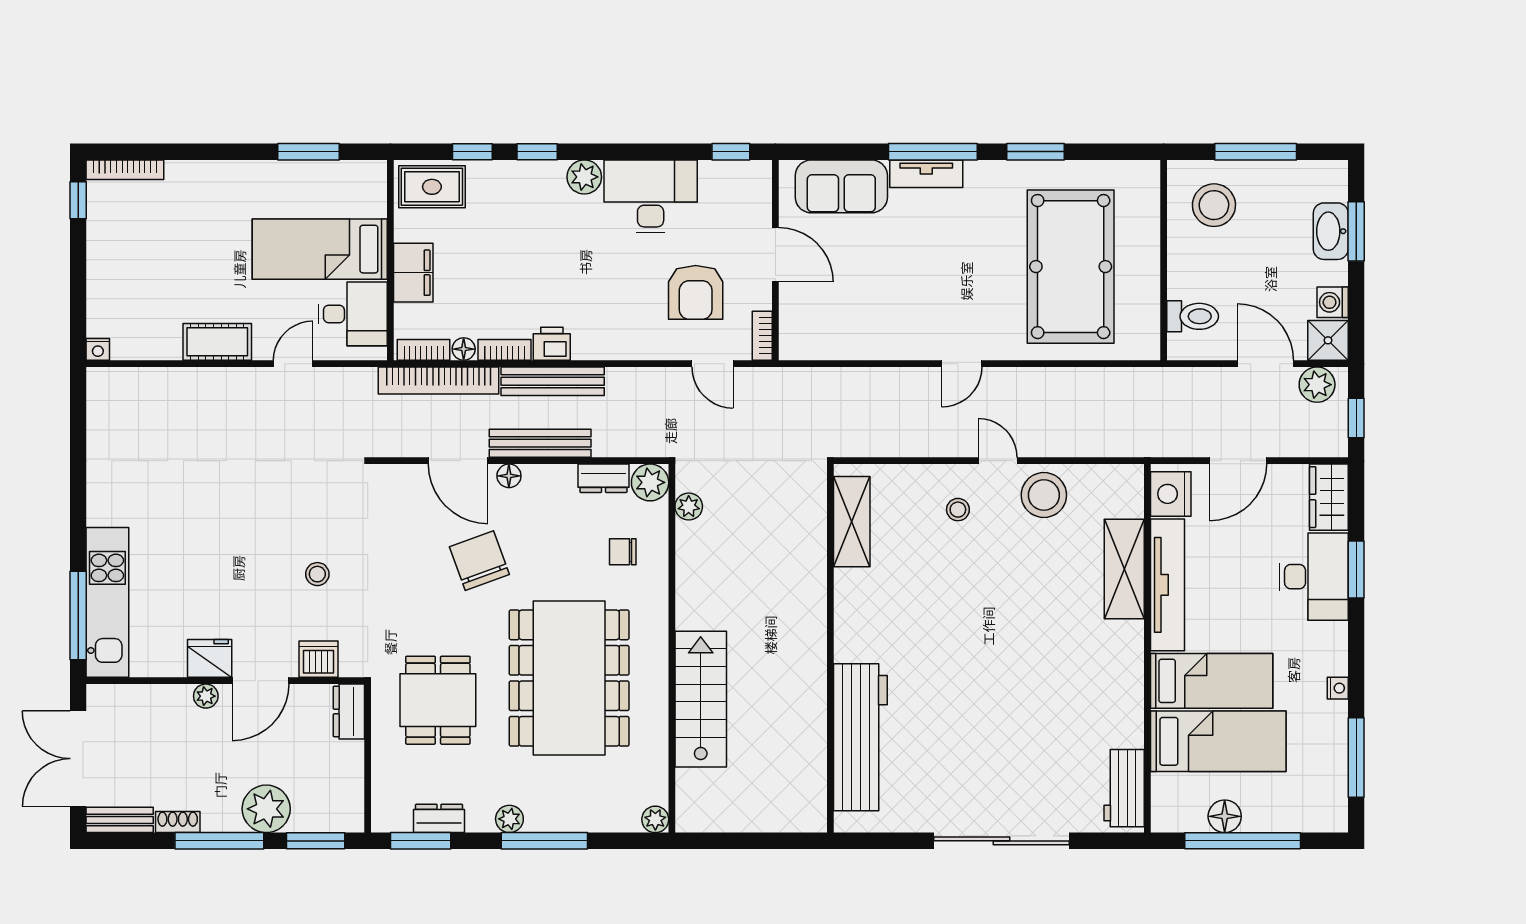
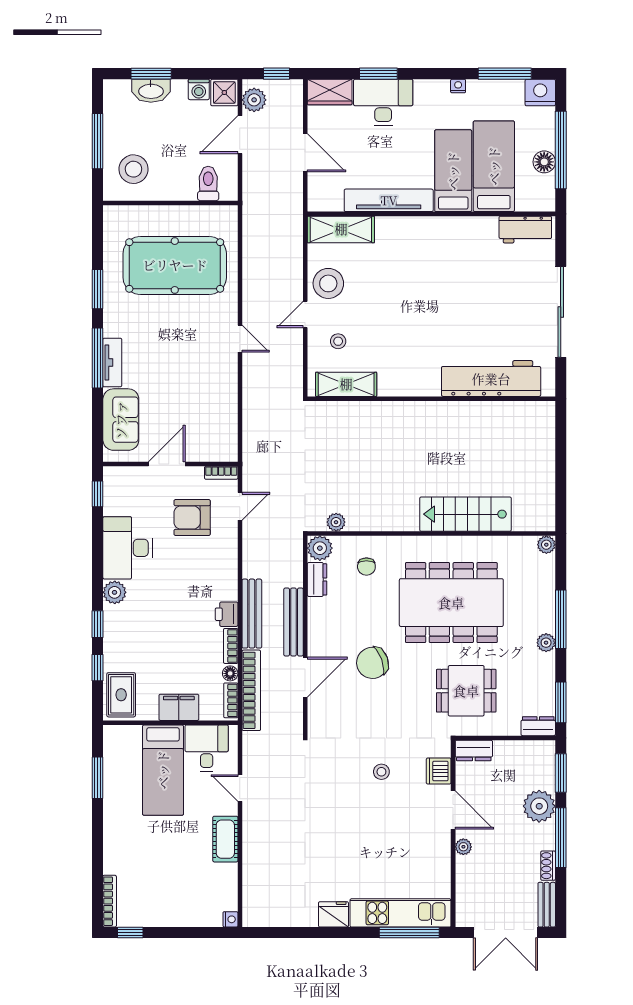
armchair: (696, 292) -> (192, 518), turned 180
floor lamp: (509, 476) -> (315, 643), removed
nightstand: (1171, 494) -> (540, 93), moved, turned 180
shelving: (852, 522) -> (346, 384), moved
shelving: (1124, 569) -> (341, 229), moved
wall: (830, 648) -> (431, 399), moved
fridge: (210, 658) -> (333, 914), moved, turned 90
workbench: (860, 737) -> (491, 379), moved
dresser: (439, 818) -> (538, 726), moved, turned 90

